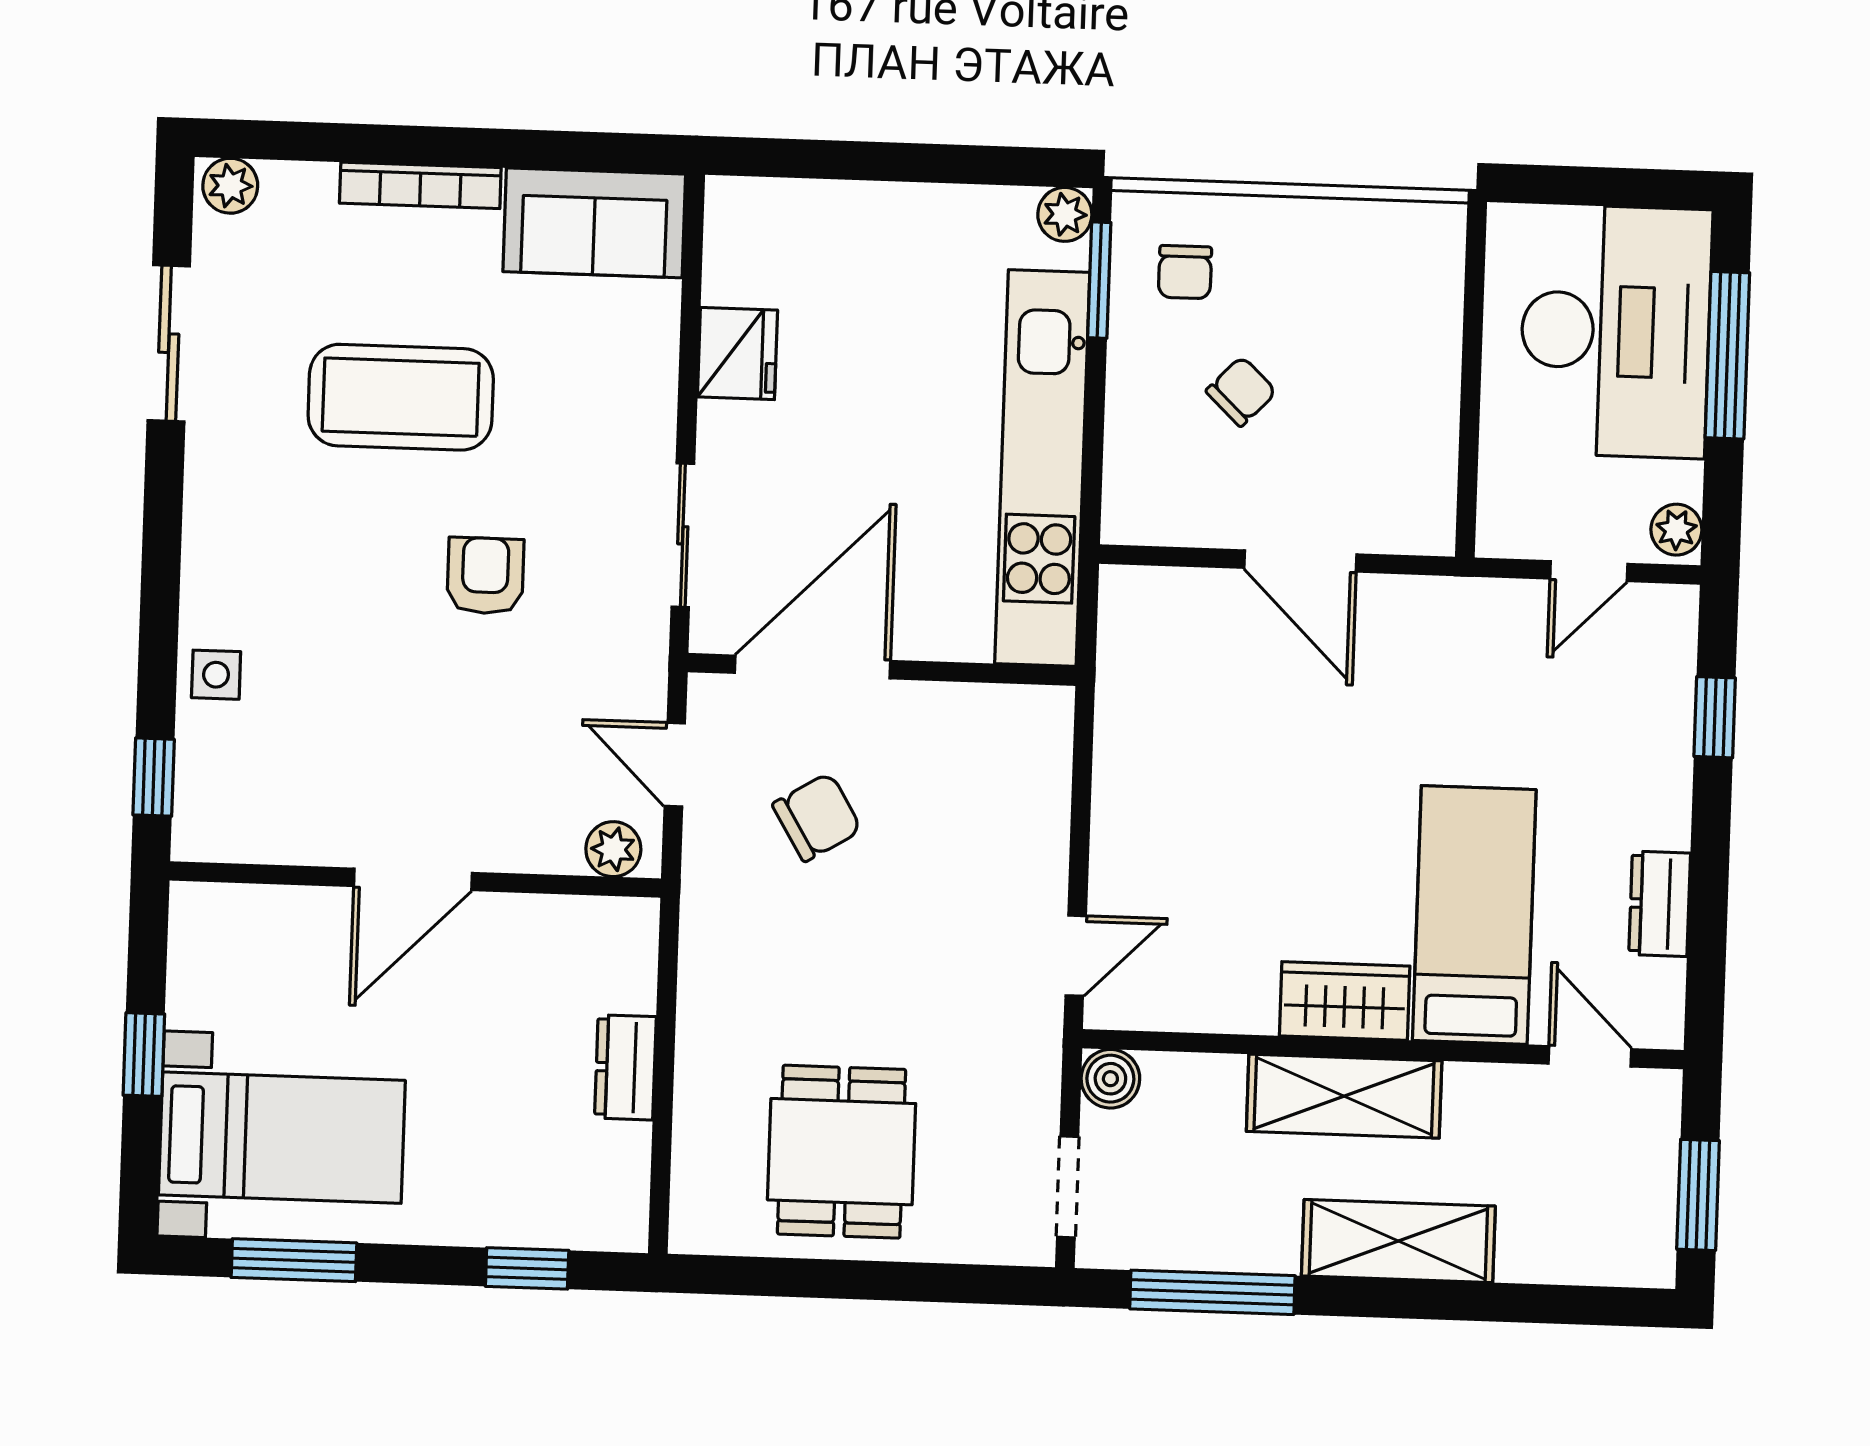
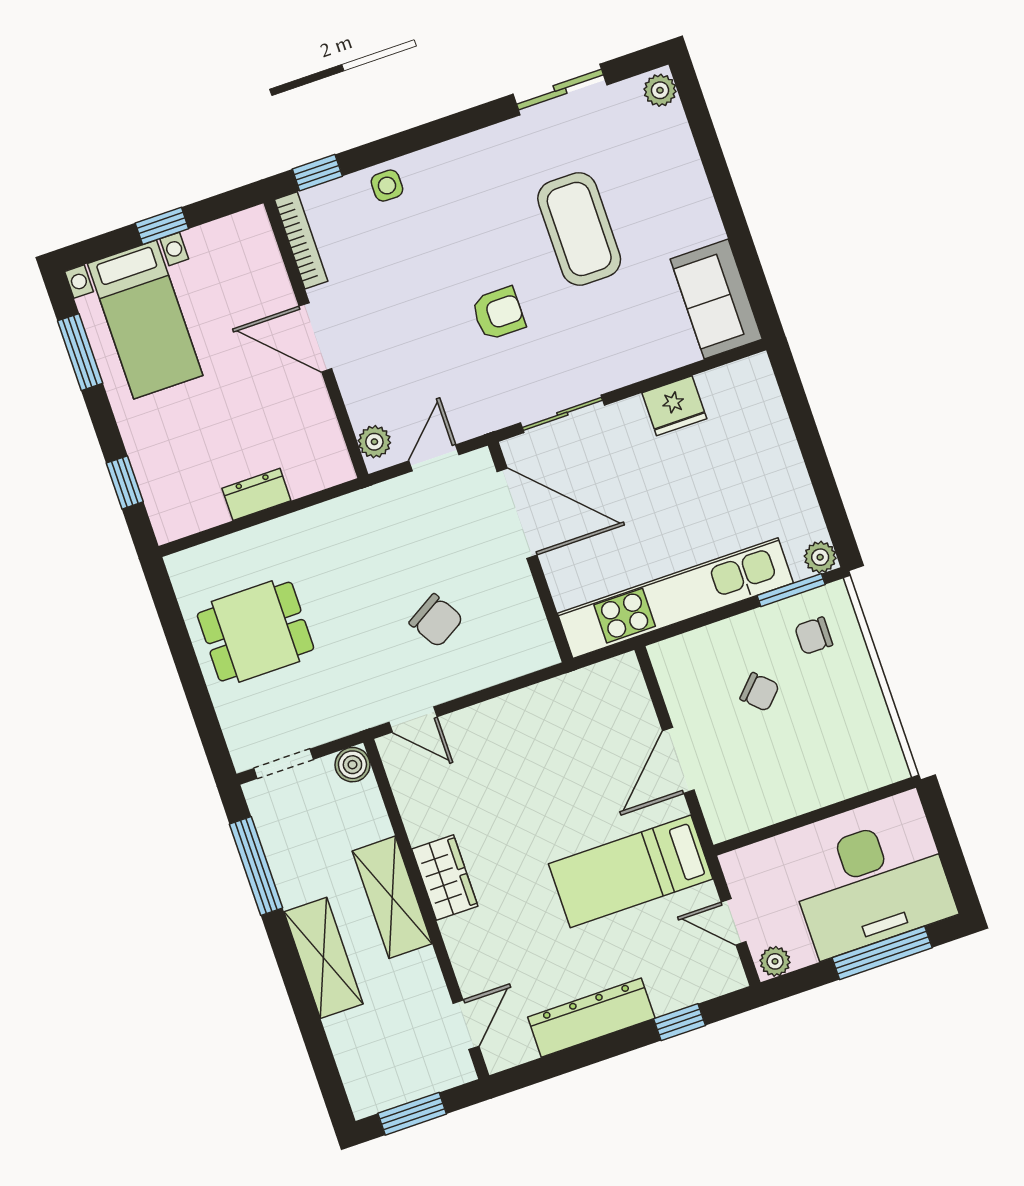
bookcase: (420, 185) -> (301, 240), moved, turned 180
chair: (817, 817) -> (436, 621), moved
dresser: (1660, 904) -> (591, 1018), width x1.96, depth x1.24
bed: (1474, 915) -> (631, 871), moved, turned 180

